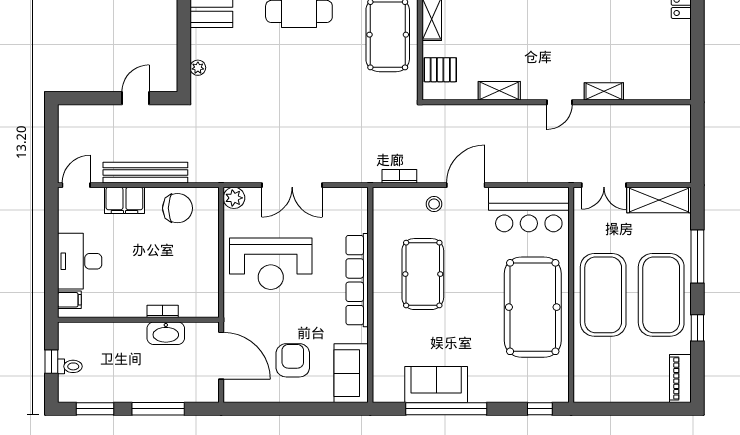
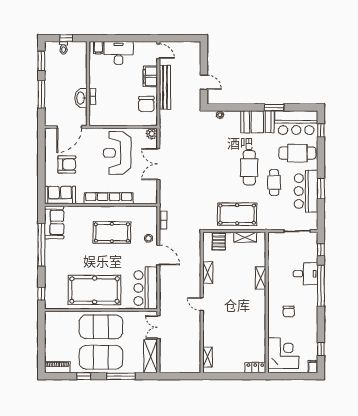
shelving: (604, 91) -> (207, 357), moved
sofa: (436, 384) -> (54, 222), moved

